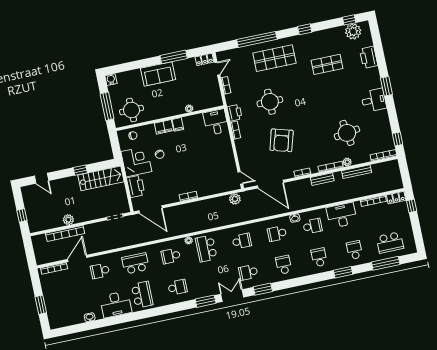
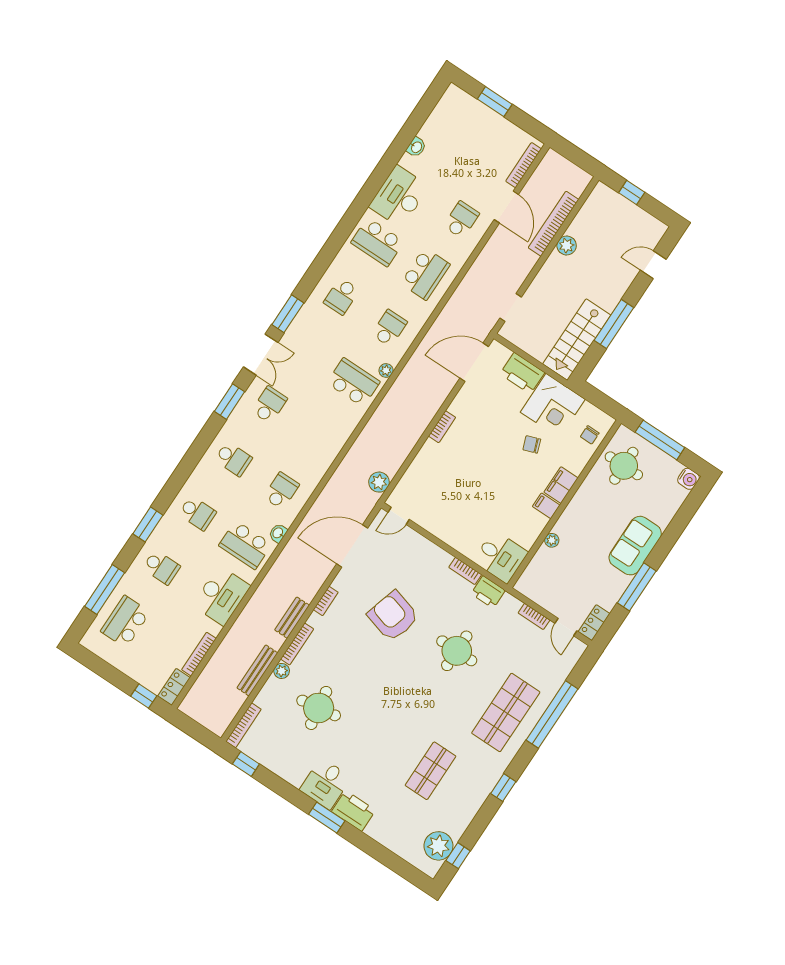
printer: (369, 57) -> (354, 811), moved
window: (80, 170) -> (614, 324), width x2.17
school desk: (312, 226) -> (245, 545), width x1.85
school desk: (242, 241) -> (317, 437), removed

